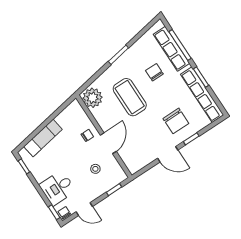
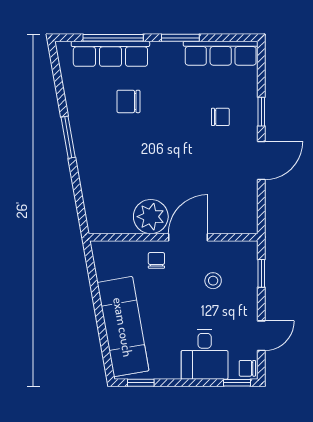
row of seats: (202, 95) -> (221, 53), width x0.73
coffee table: (130, 97) -> (141, 162), removed
plant: (92, 98) -> (151, 217), moved
chair: (176, 121) -> (220, 117), width x0.54, depth x0.54
exam couch: (43, 138) -> (123, 327), width x1.36, depth x1.45
door: (108, 143) -> (188, 237), hinge flipped

